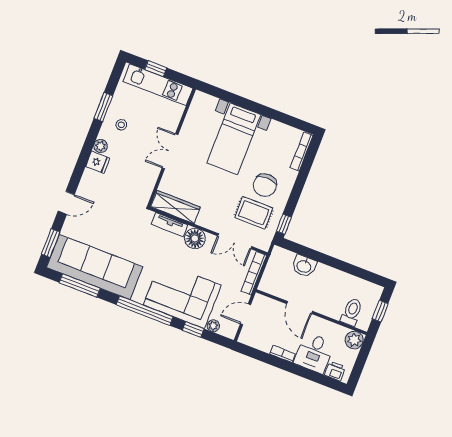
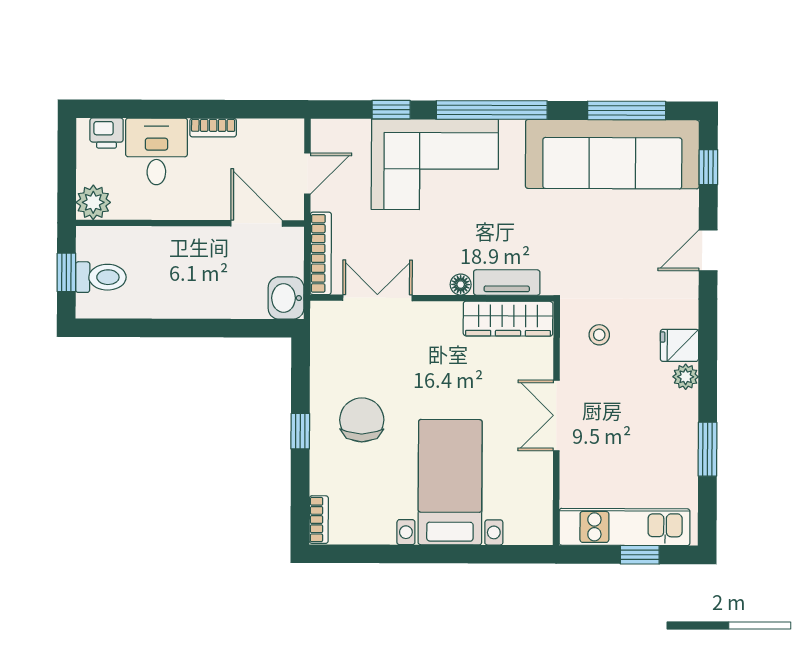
stool: (121, 125) -> (599, 335), moved
double door: (170, 151) -> (556, 415), swing flipped
bookcase: (302, 151) -> (319, 520), width x0.64
rug: (254, 213) -> (363, 362), removed
window: (284, 224) -> (300, 431), moved
floor lamp: (195, 238) -> (461, 285), width x0.53, depth x0.53
window: (51, 243) -> (708, 167), width x0.67
washbasin: (304, 266) -> (286, 298), moved, turned -90
door: (300, 307) -> (257, 223), moved
toilet: (352, 312) -> (101, 277), moved, turned -90
plant: (213, 326) -> (357, 130), removed

